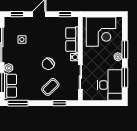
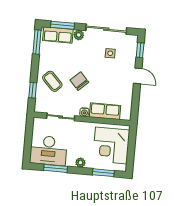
window: (65, 14) -> (135, 106), removed
window: (125, 50) -> (103, 173), moved

